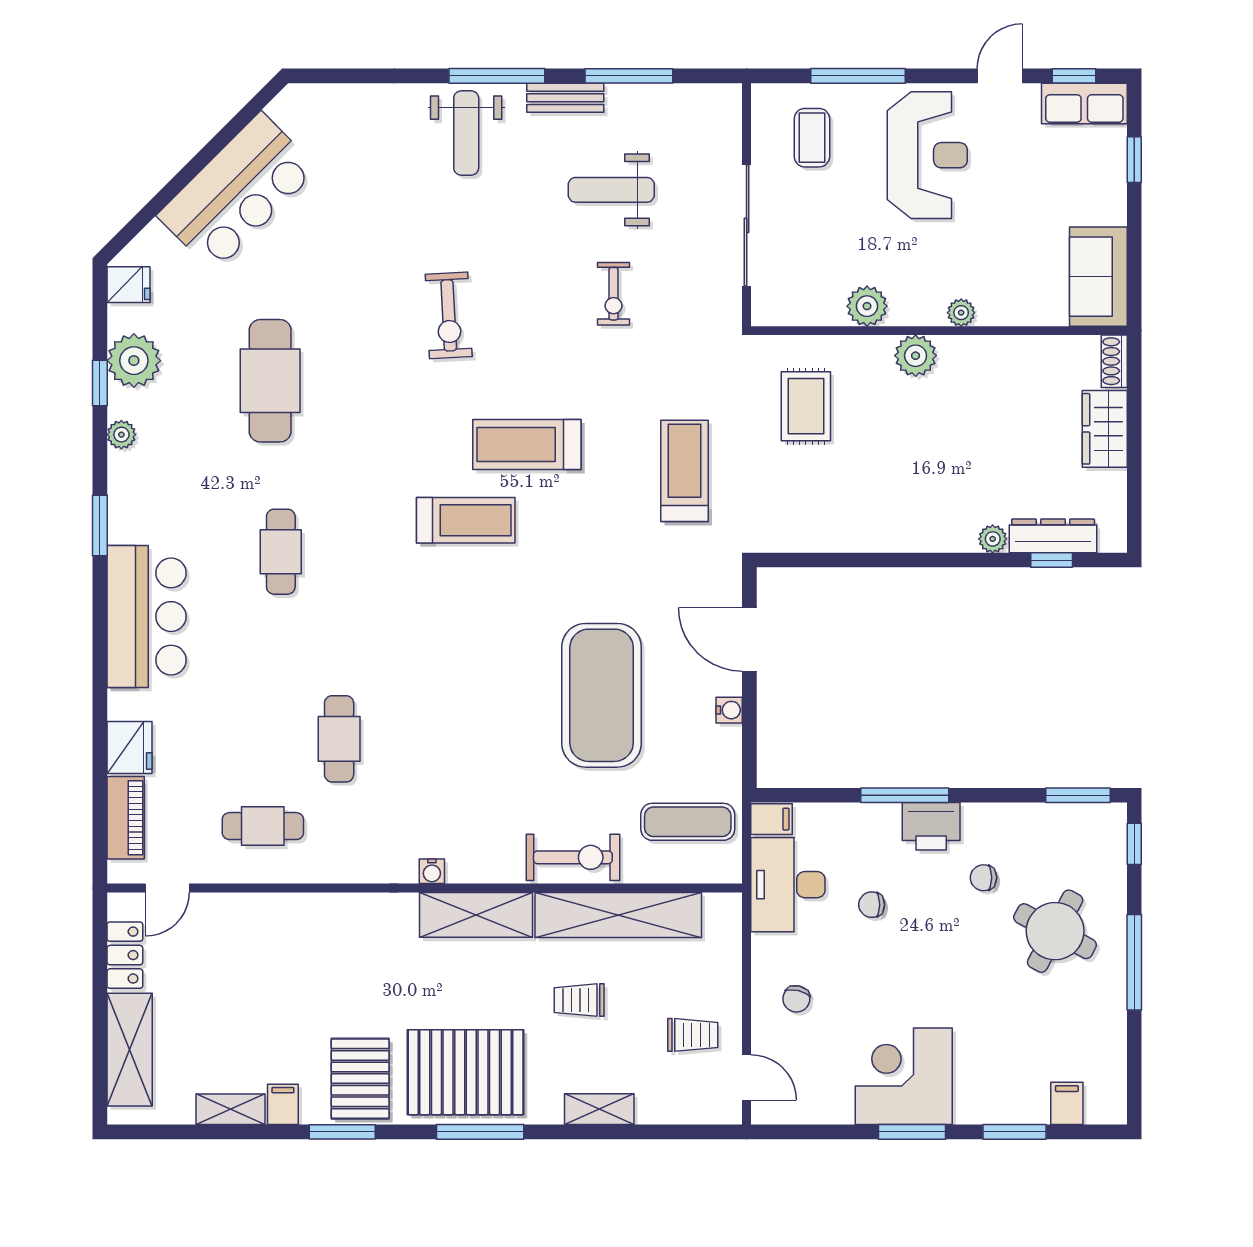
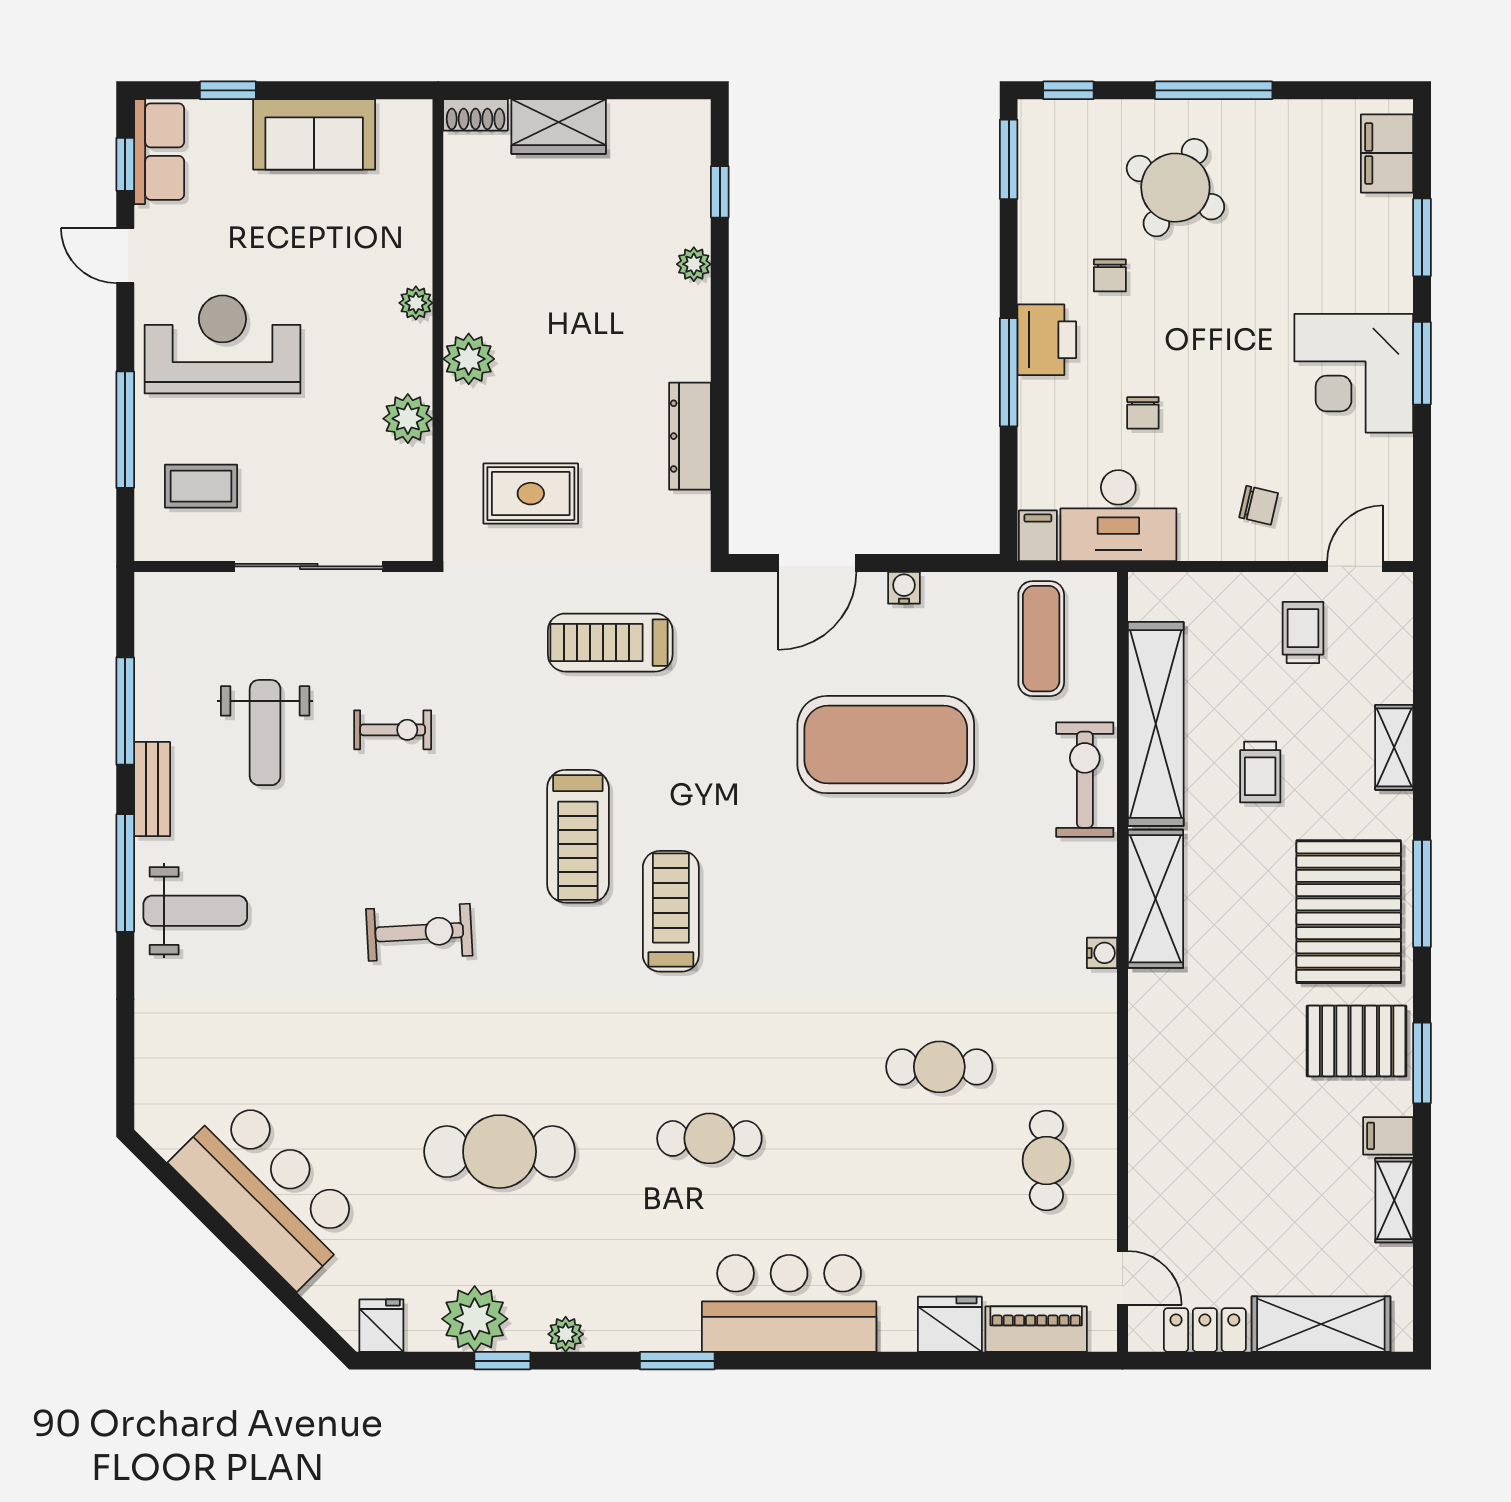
sofa: (1098, 277) -> (314, 134), moved
dresser: (1053, 536) -> (690, 436), moved
filing cabinet: (1067, 1103) -> (1387, 153), width x2.00

